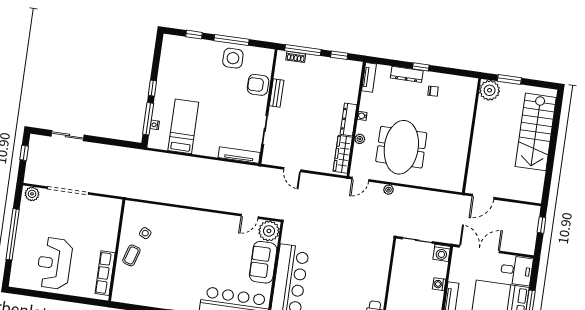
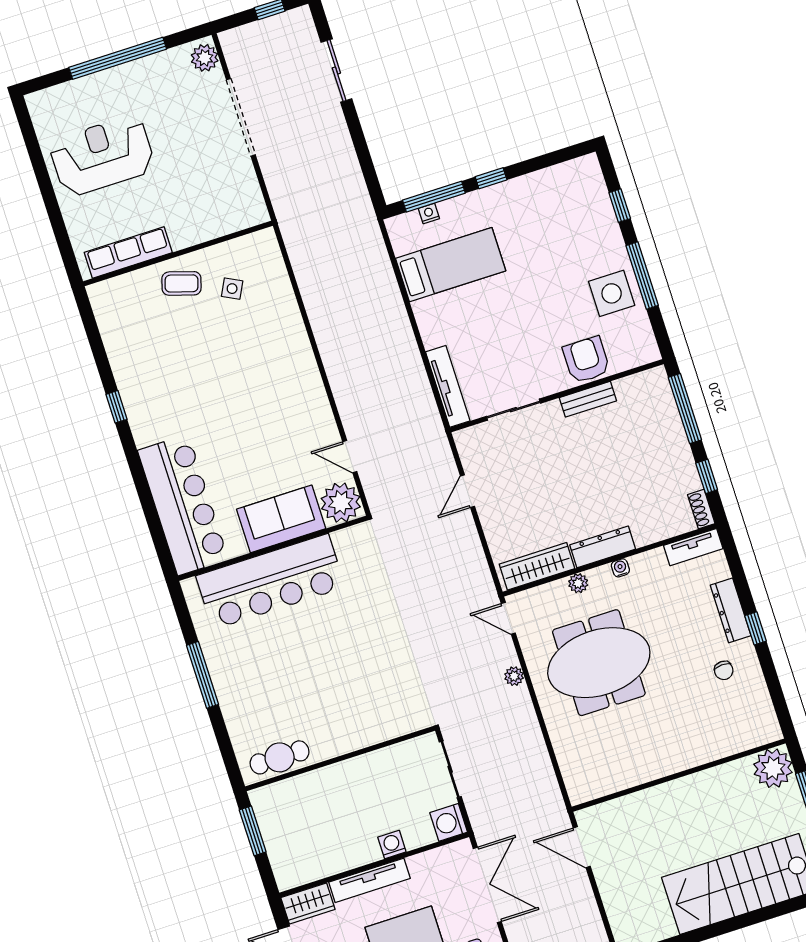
shoe rack: (296, 57) -> (701, 509), moved

